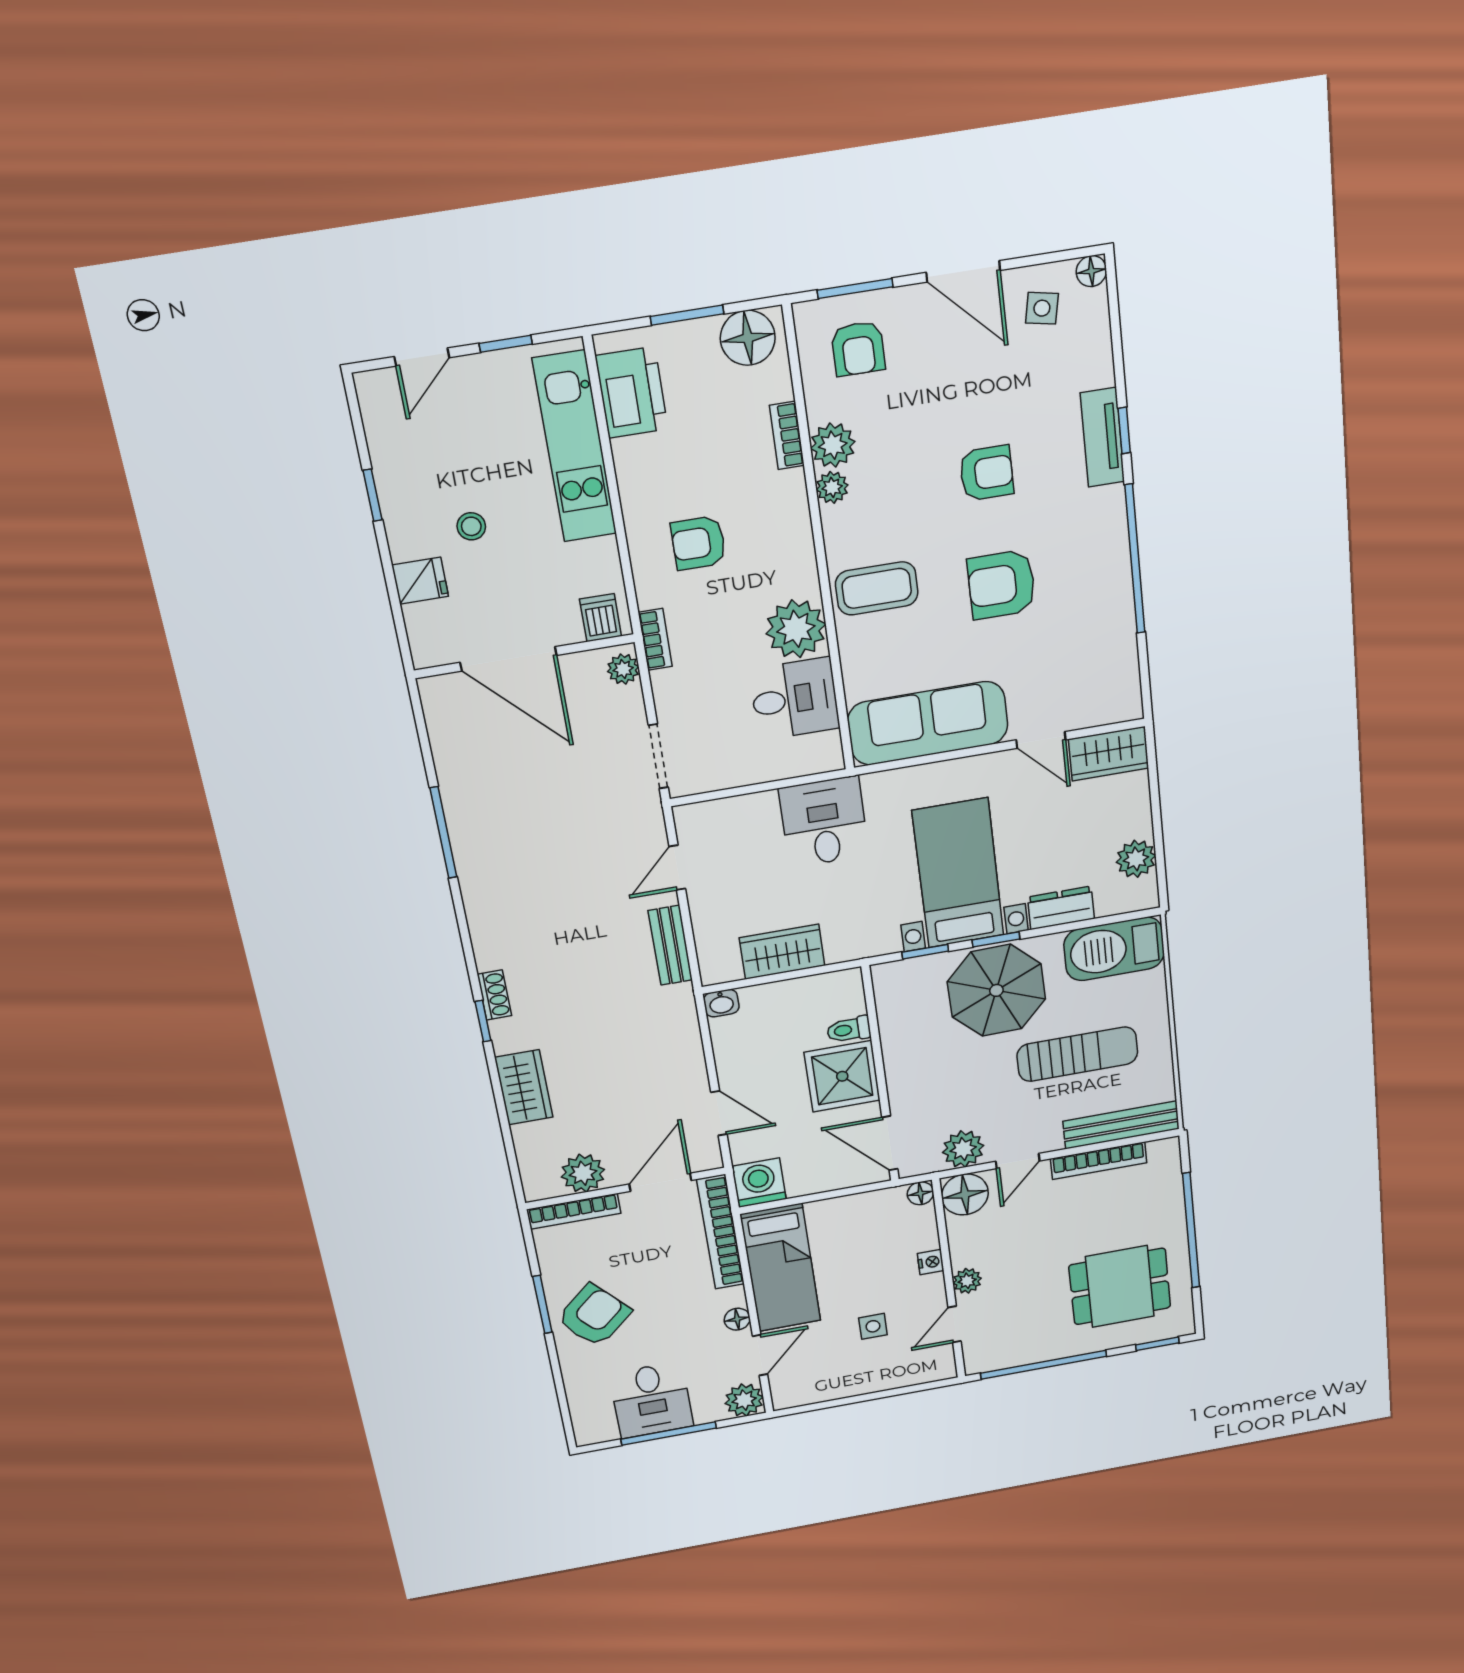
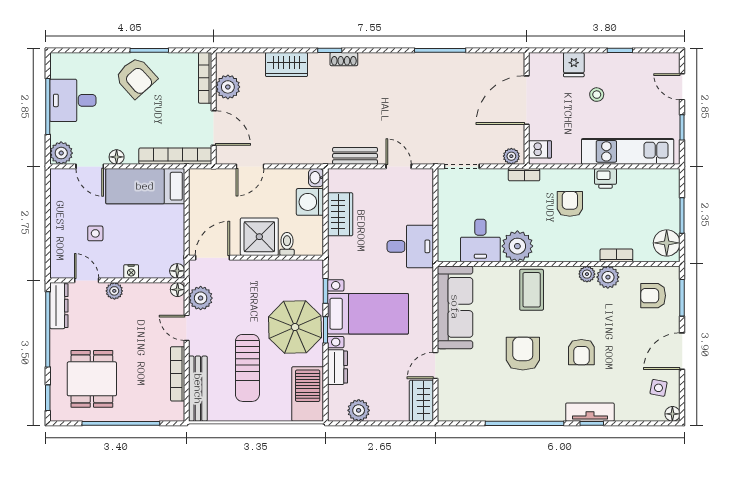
printer: (632, 392) -> (606, 178), moved, width x0.53, depth x0.68
washing machine: (759, 1183) -> (310, 202), moved, turned 180
floor lamp: (965, 1194) -> (178, 290), width x0.53, depth x0.53
dresser: (1002, 1356) -> (59, 306), added

